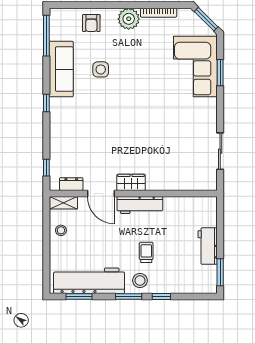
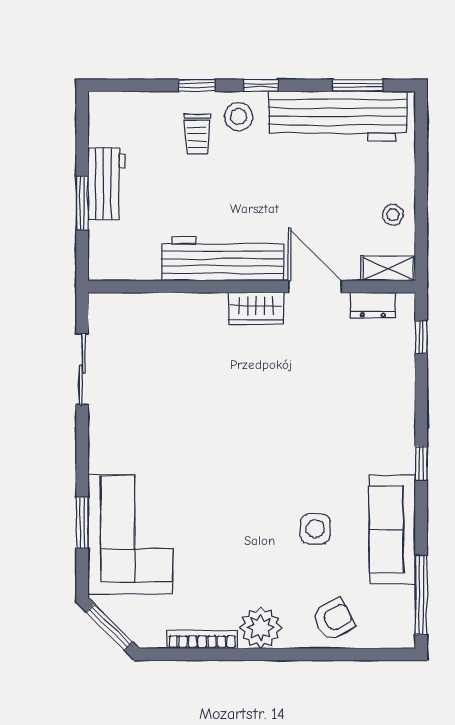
armchair: (91, 23) -> (333, 619), turned 61
workbench: (140, 205) -> (223, 259), width x1.36, depth x1.32
trolley: (146, 252) -> (197, 135), moved
window: (220, 272) -> (82, 203), moved
window: (129, 297) -> (261, 85), width x0.67

